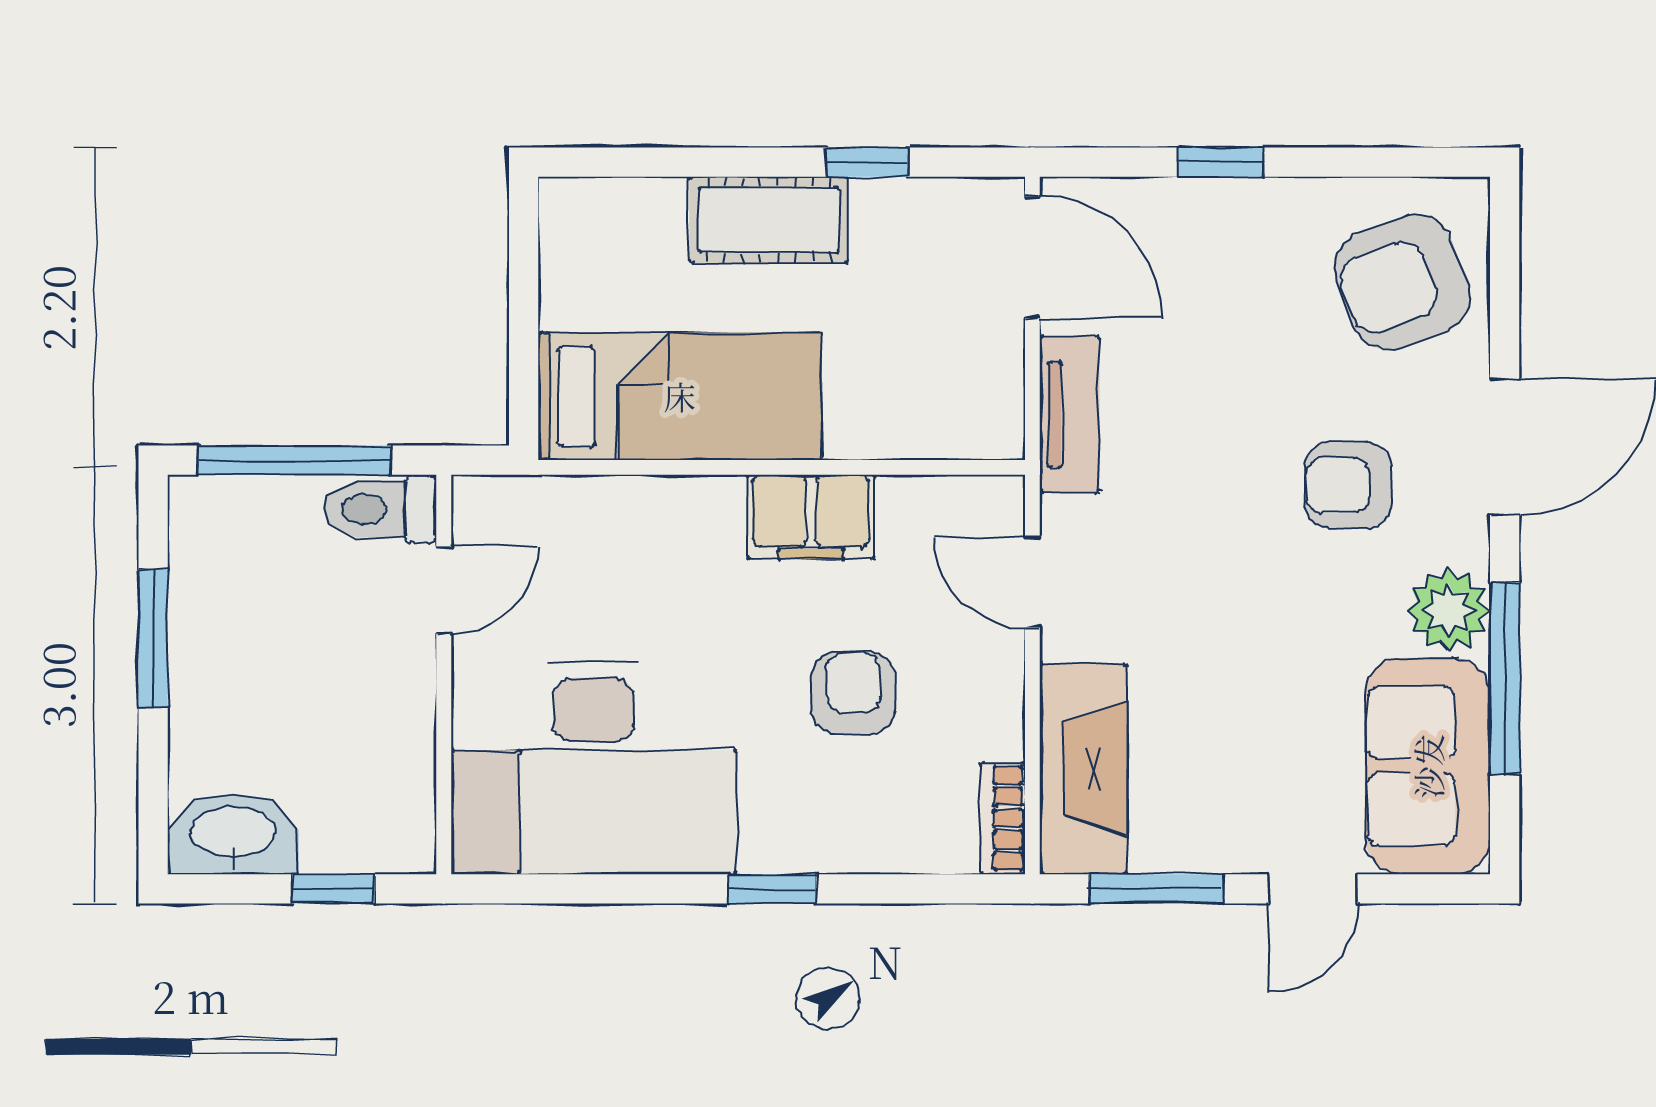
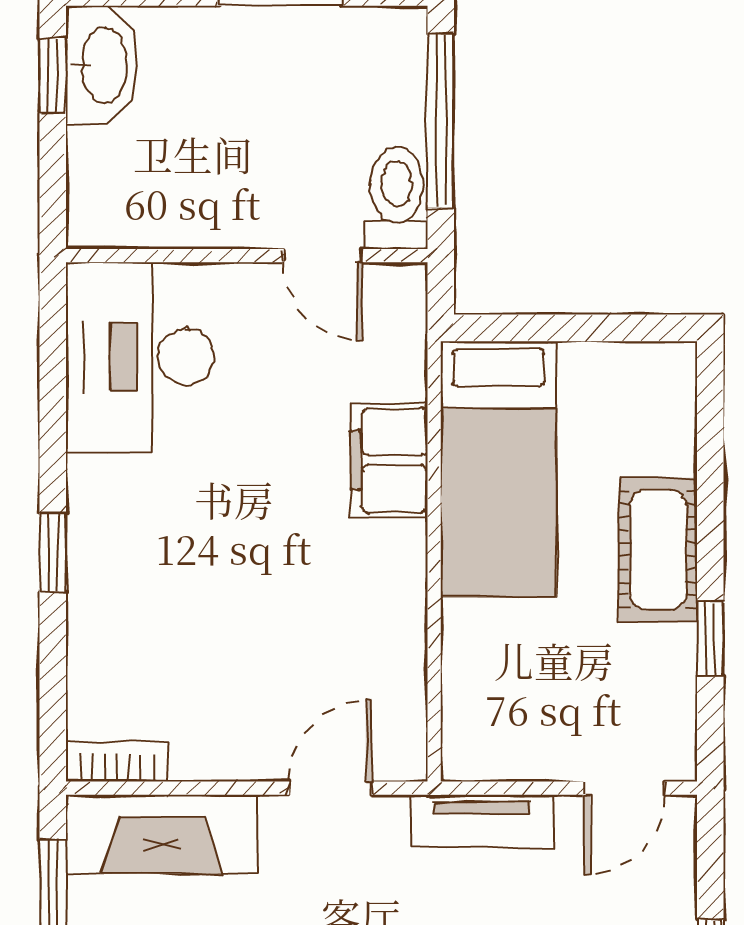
door: (1032, 257) -> (624, 788), width x0.73
filing cabinet: (811, 517) -> (389, 460), moved
armchair: (853, 693) -> (230, 626), removed
desk: (594, 768) -> (140, 357), width x0.73, depth x0.77
window: (333, 889) -> (53, 75), moved

